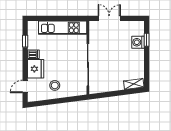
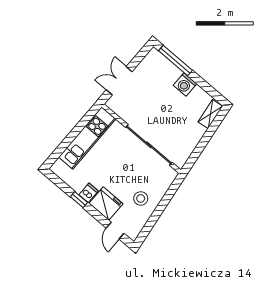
window: (147, 40) -> (175, 61), width x2.17
window: (25, 41) -> (79, 200), moved
washing machine: (138, 42) -> (185, 85), moved

